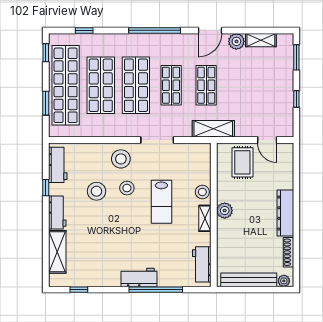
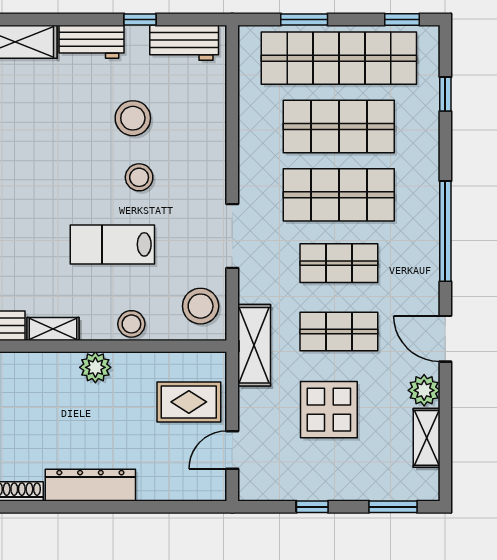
display table: (246, 90) -> (329, 410), added
stool: (121, 159) -> (201, 306), moved
shelving: (205, 218) -> (53, 329), moved

